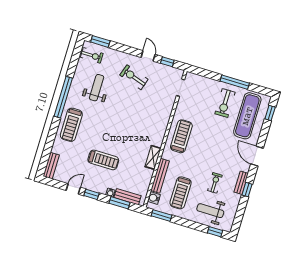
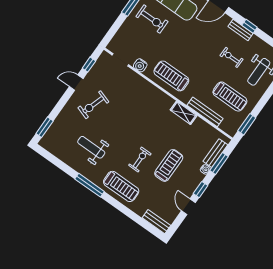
exercise bike: (92, 55) -> (140, 160), moved
window: (63, 97) -> (90, 185), width x0.68
water cooler: (154, 198) -> (140, 65), moved

